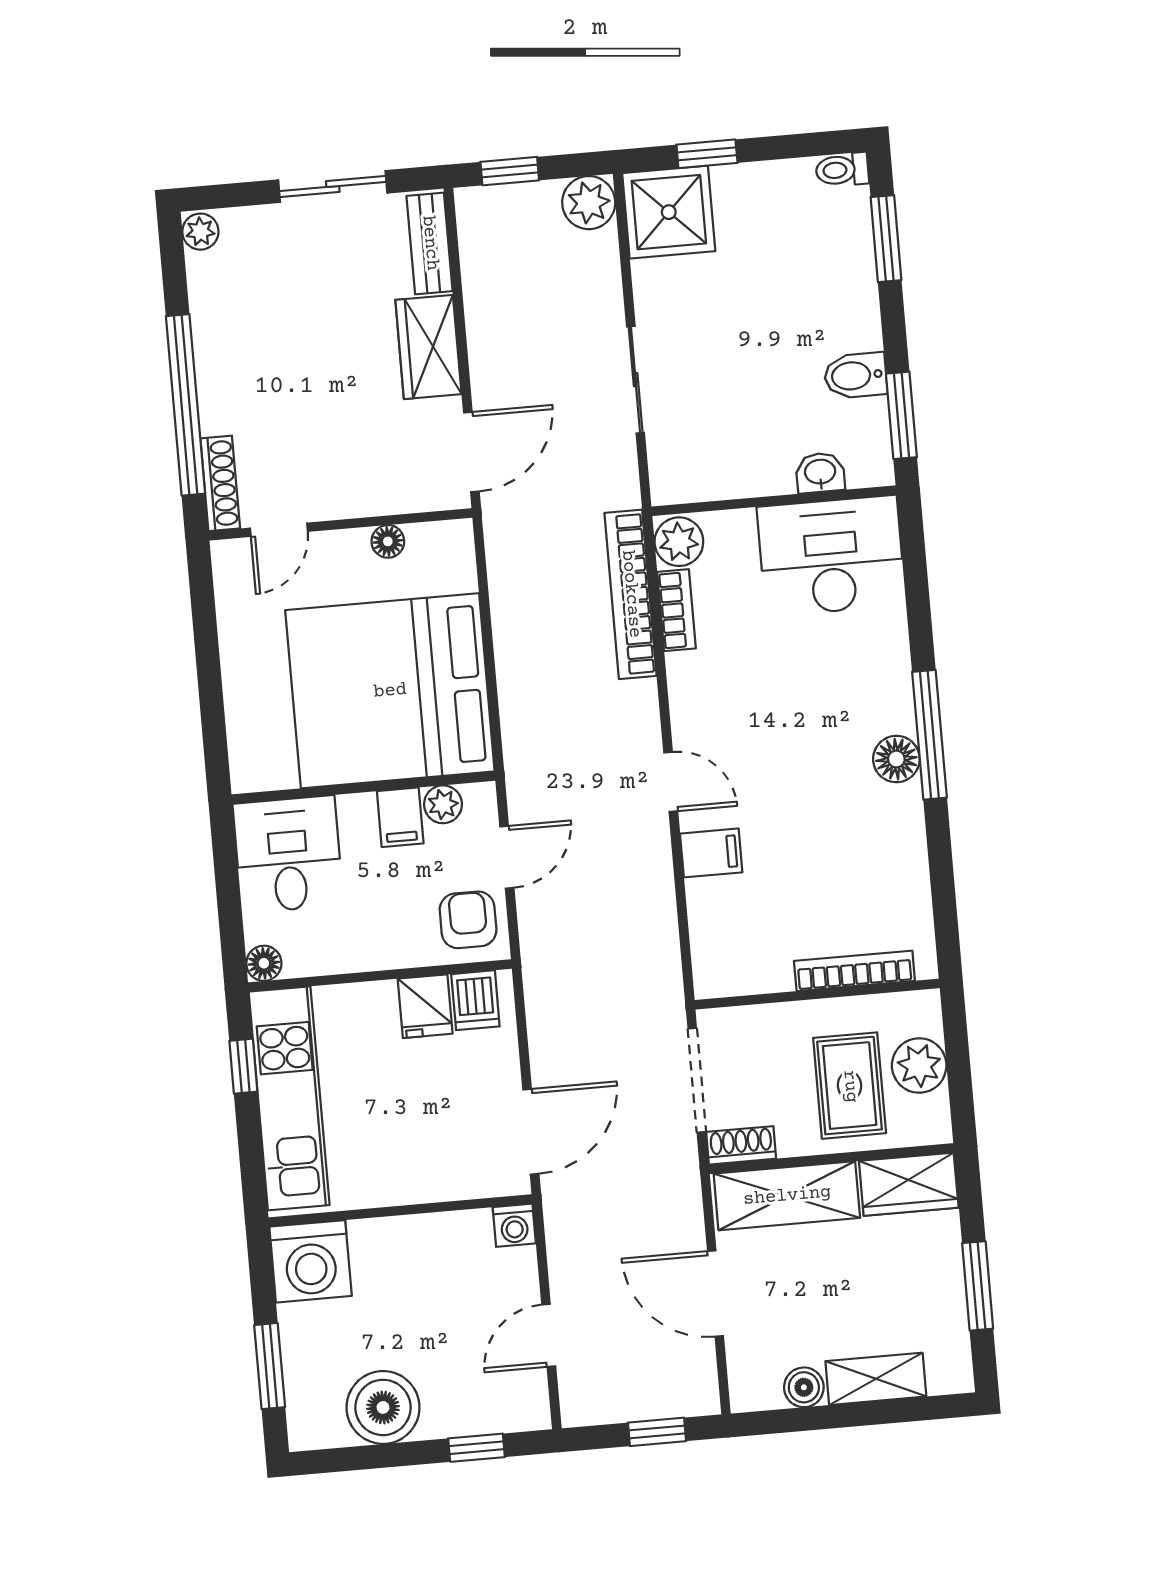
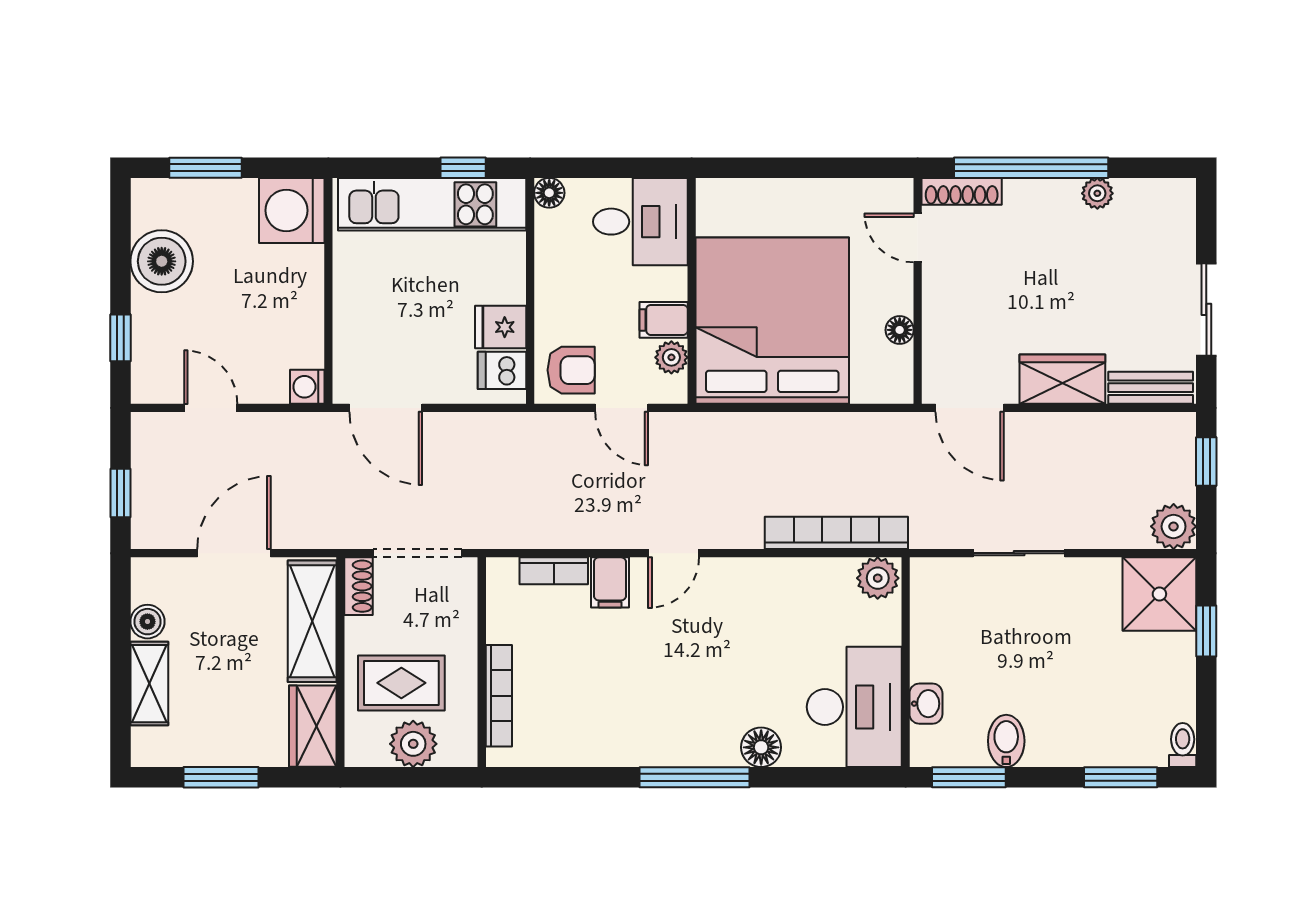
plant: (200, 232) -> (1097, 193), moved
bookcase: (676, 610) -> (554, 571), moved
floor lamp: (896, 759) -> (761, 747), moved

